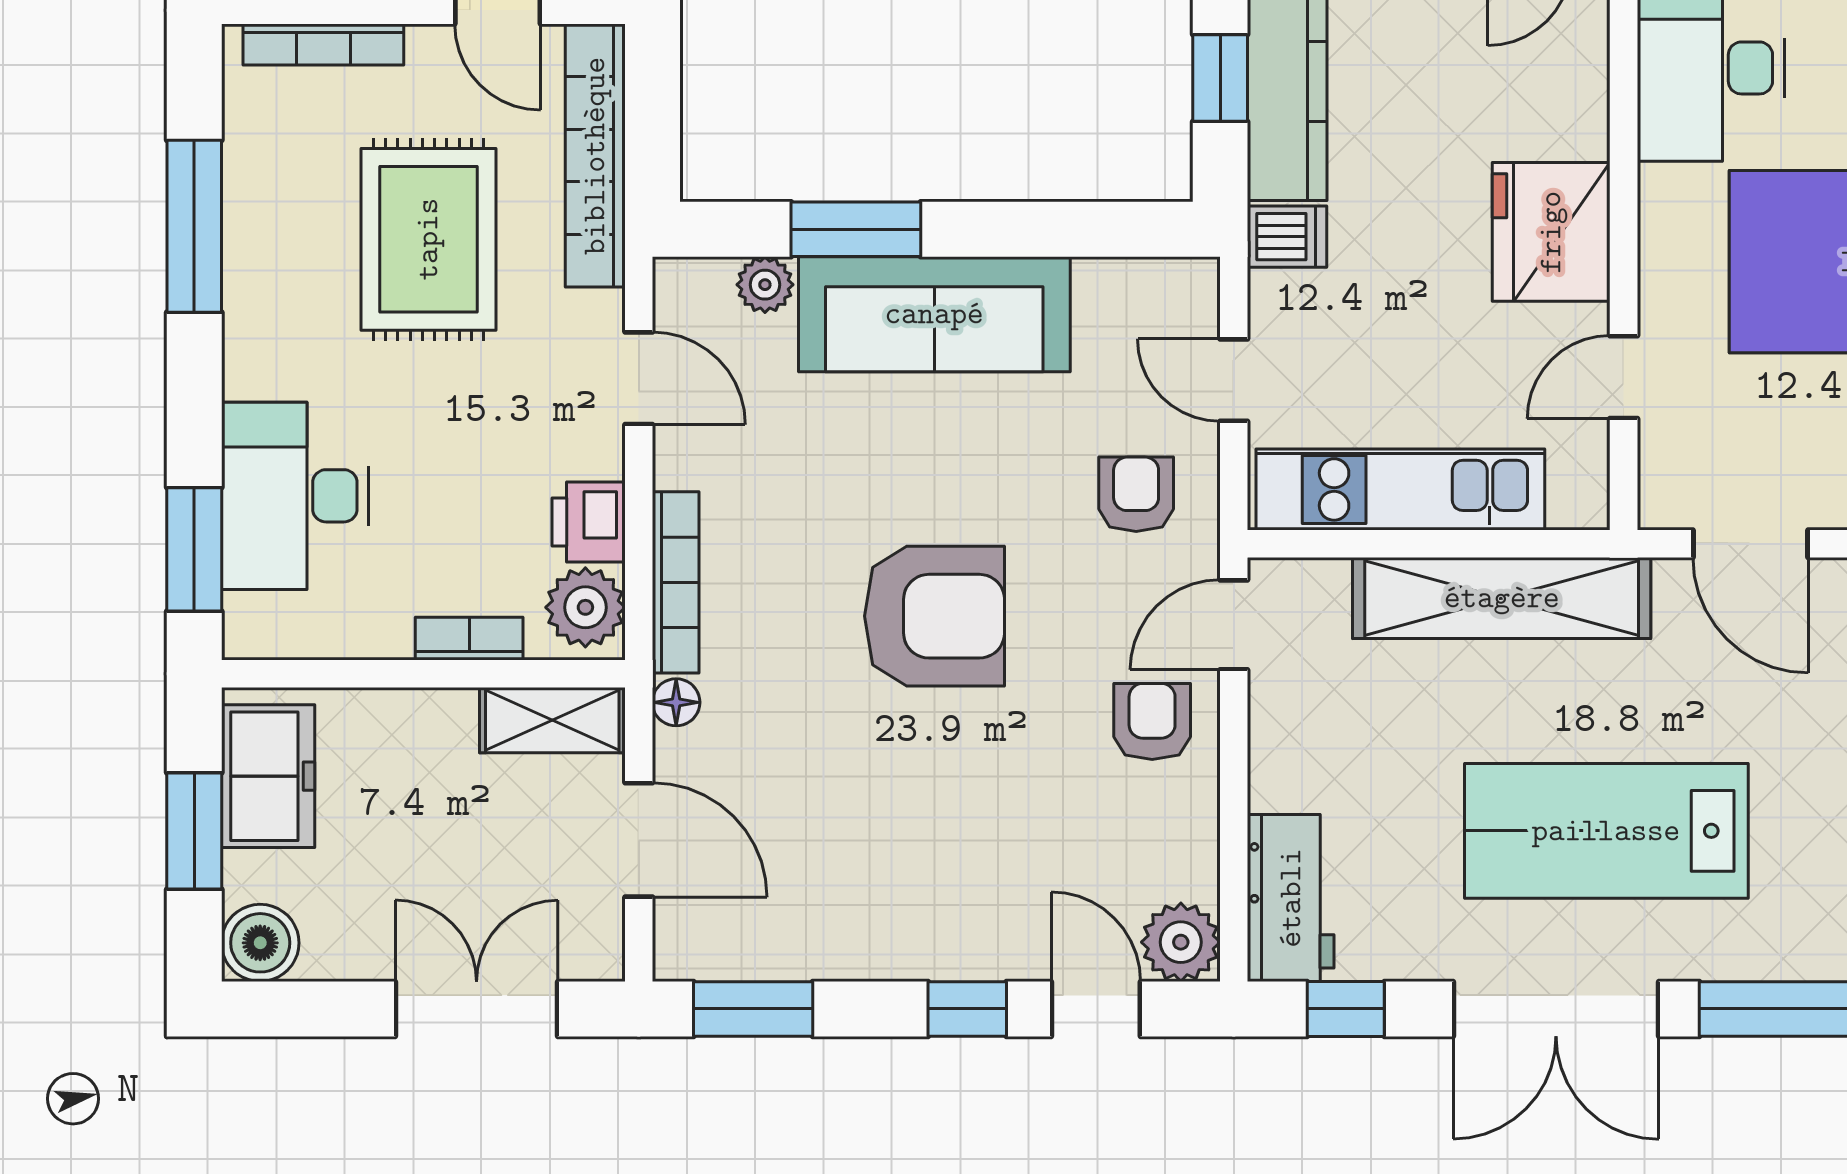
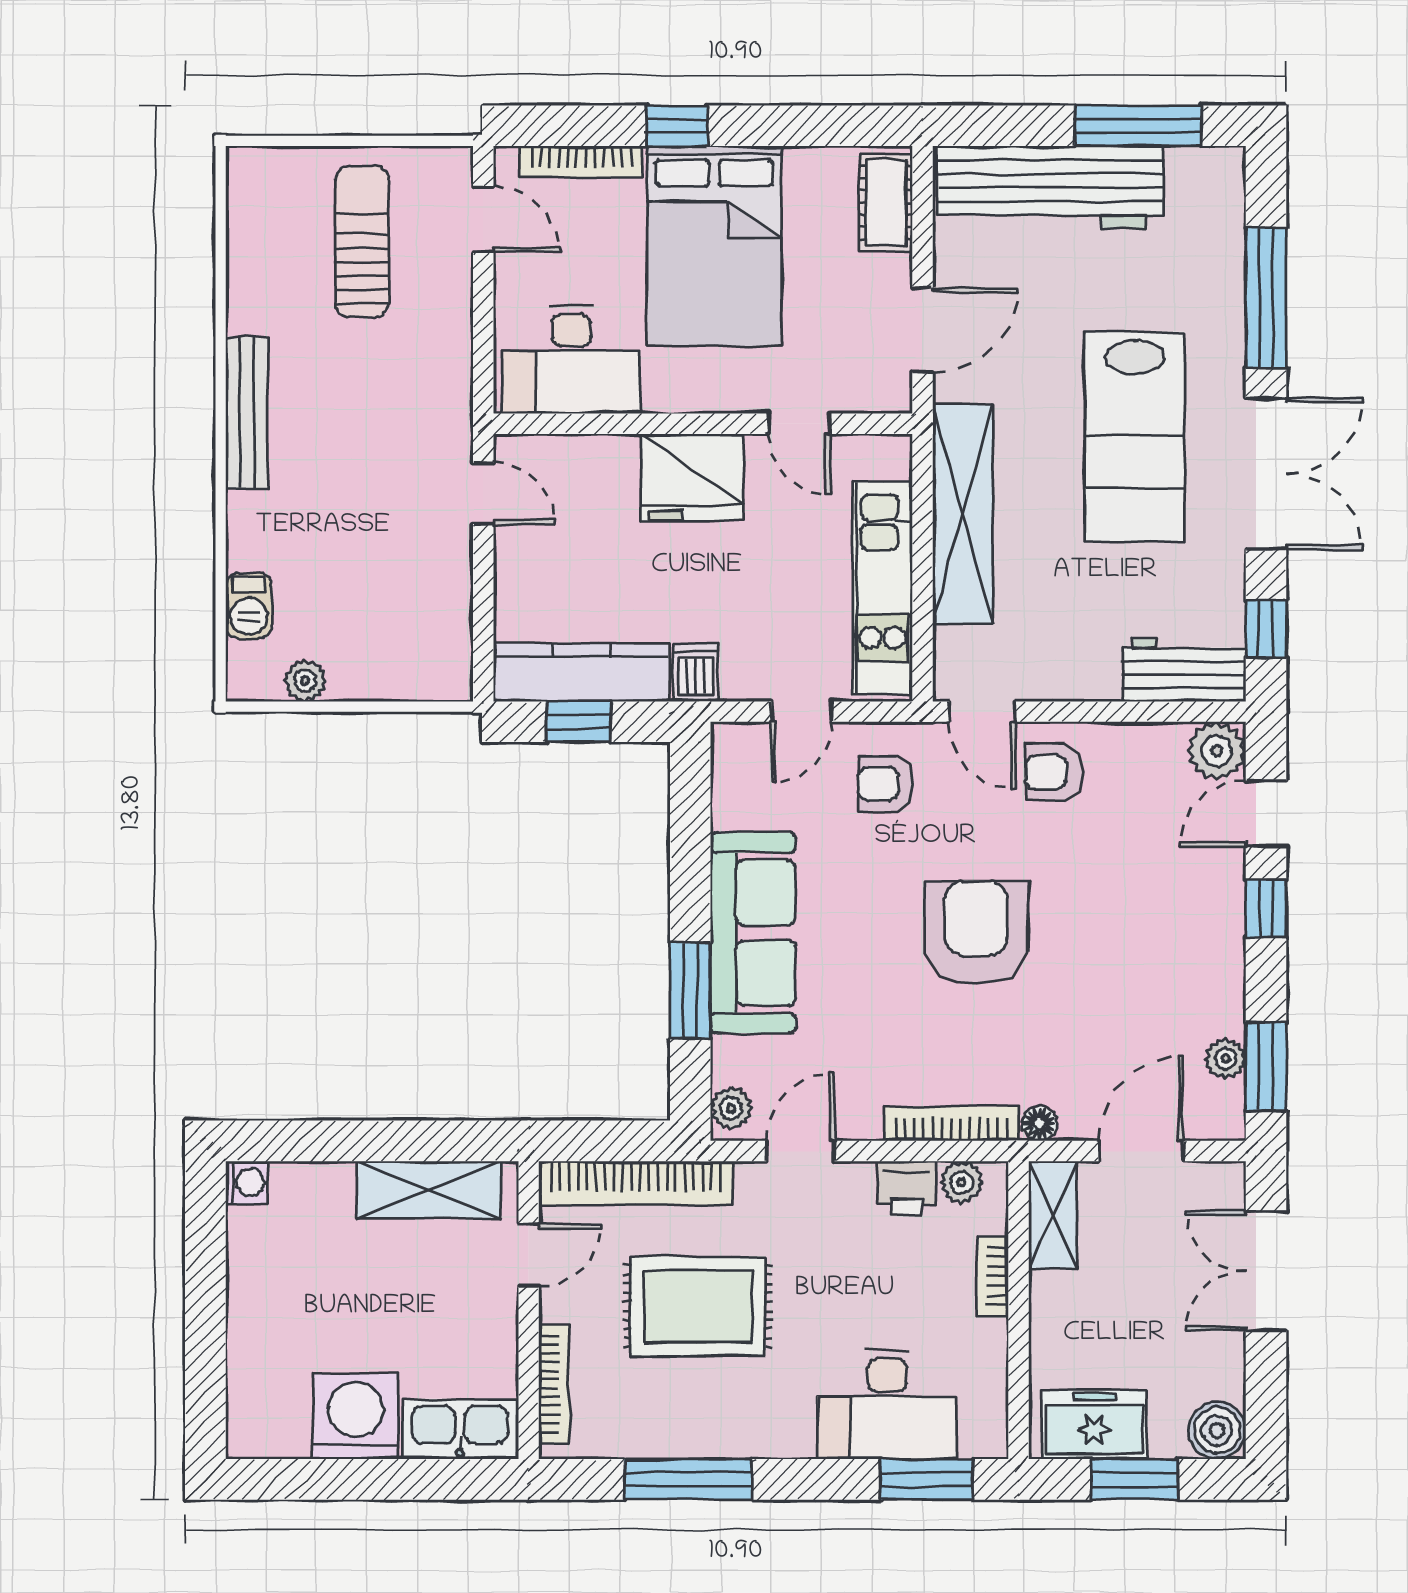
plant: (765, 285) -> (731, 1108), moved
plant: (585, 607) -> (962, 1182), width x0.73, depth x0.73
plant: (764, 954) -> (1226, 1059), added

